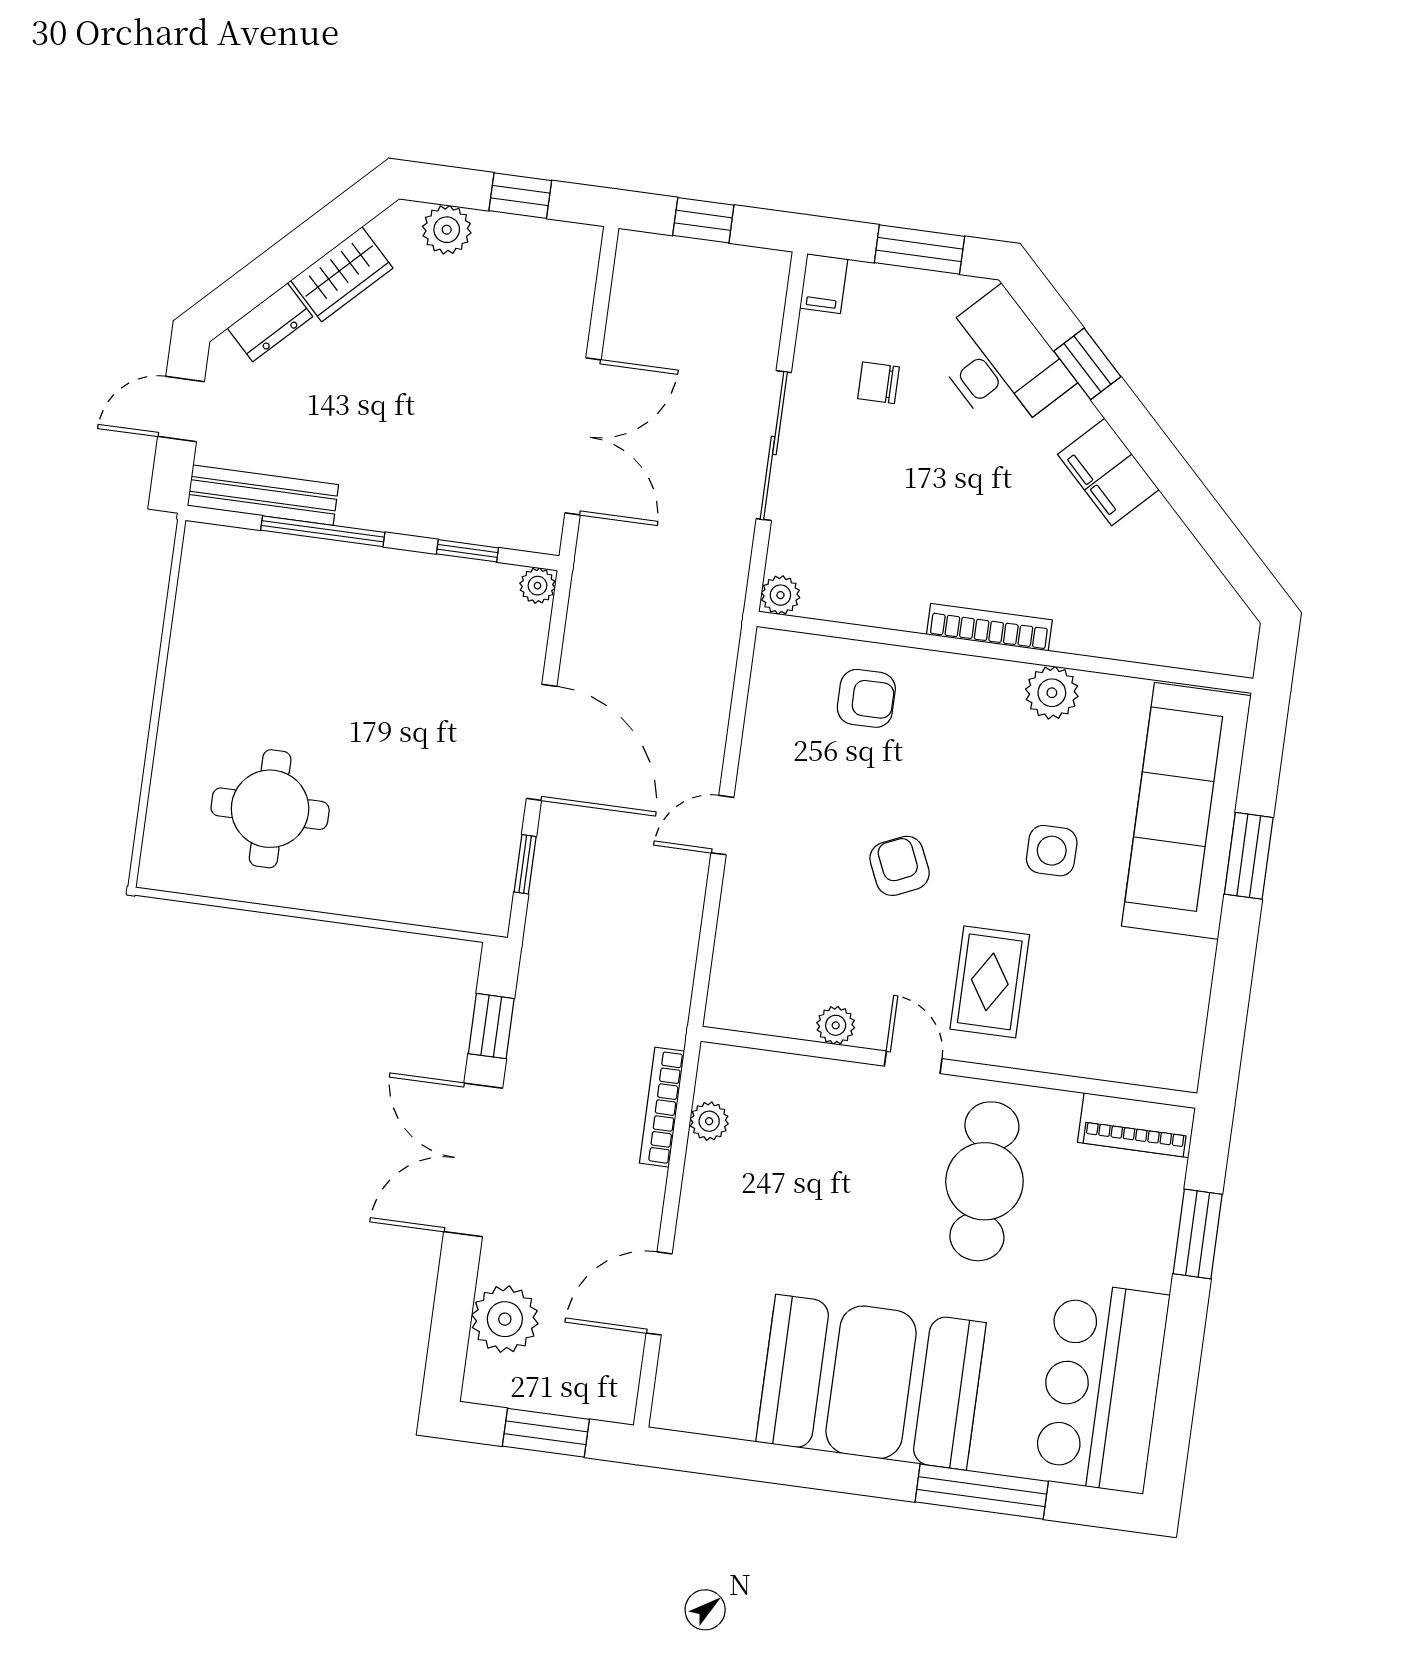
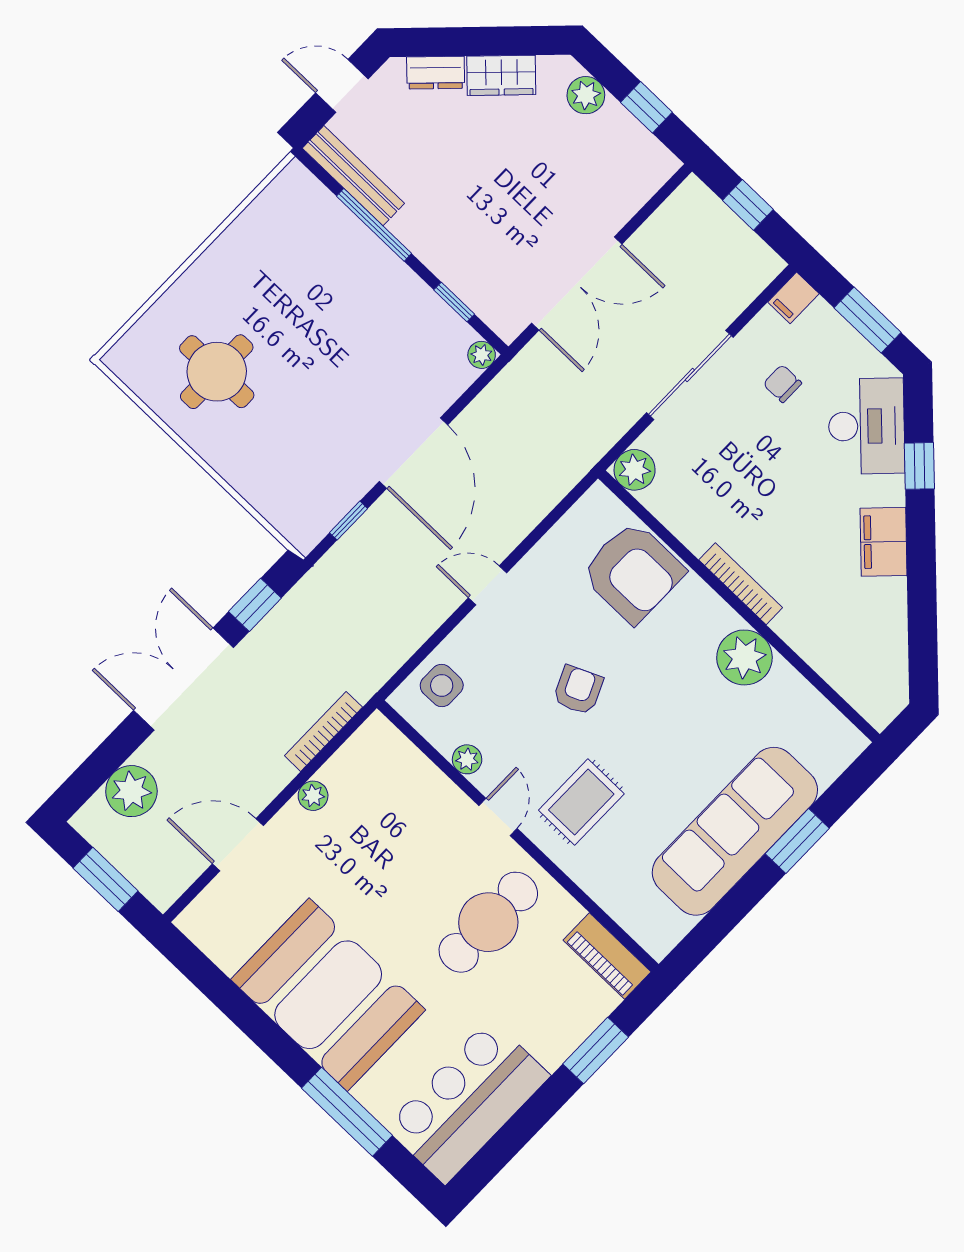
plant: (780, 595) -> (635, 470), width x1.38, depth x1.38
plant: (1052, 693) -> (744, 657), width x1.36, depth x1.36
armchair: (866, 698) -> (633, 572), width x1.88, depth x1.88
sofa: (1186, 811) -> (735, 831), moved
side table: (1052, 851) -> (442, 685), moved
plant: (709, 1121) -> (313, 796), moved

